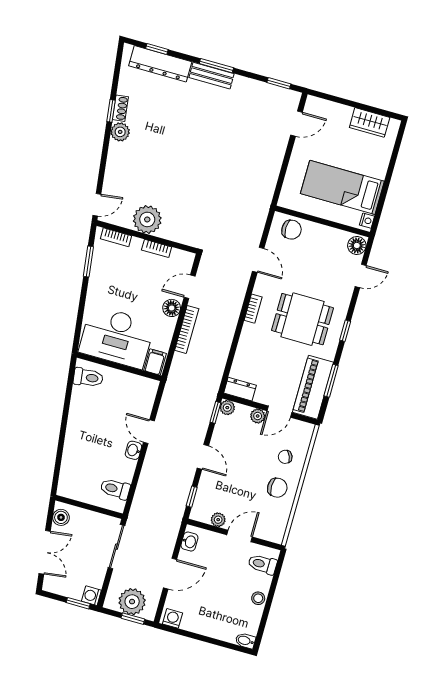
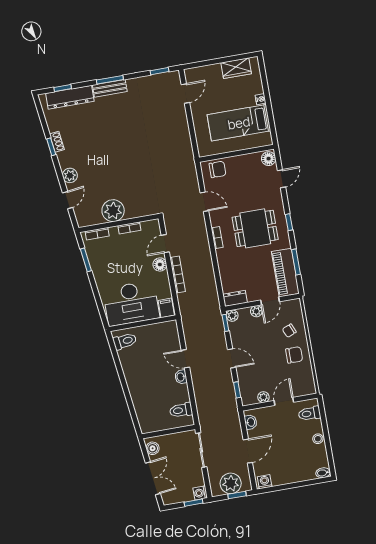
plant: (120, 132) -> (70, 175), moved
door: (97, 205) -> (68, 200), moved
nightstand: (367, 221) -> (261, 99), moved

